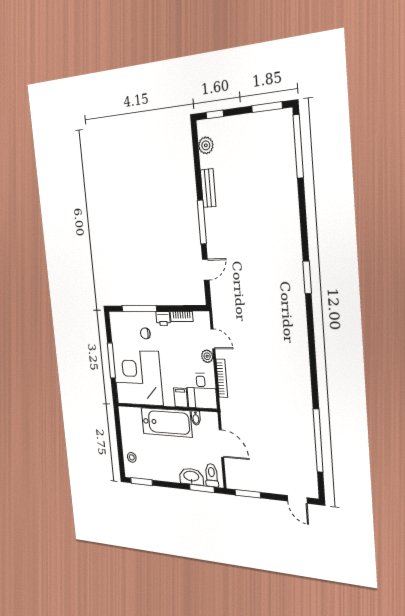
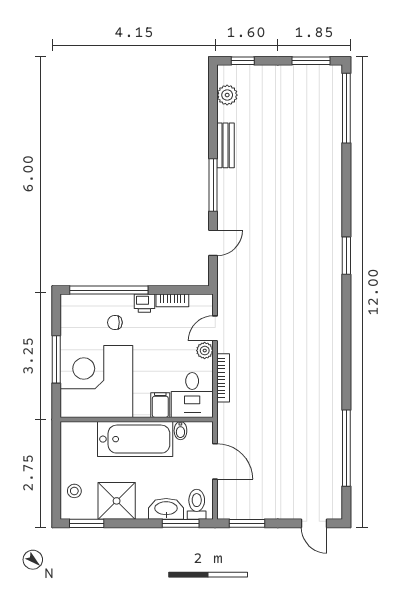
window: (139, 309) -> (109, 290), width x1.46
door: (213, 339) -> (215, 328), swing flipped
shower: (159, 467) -> (117, 501), added

